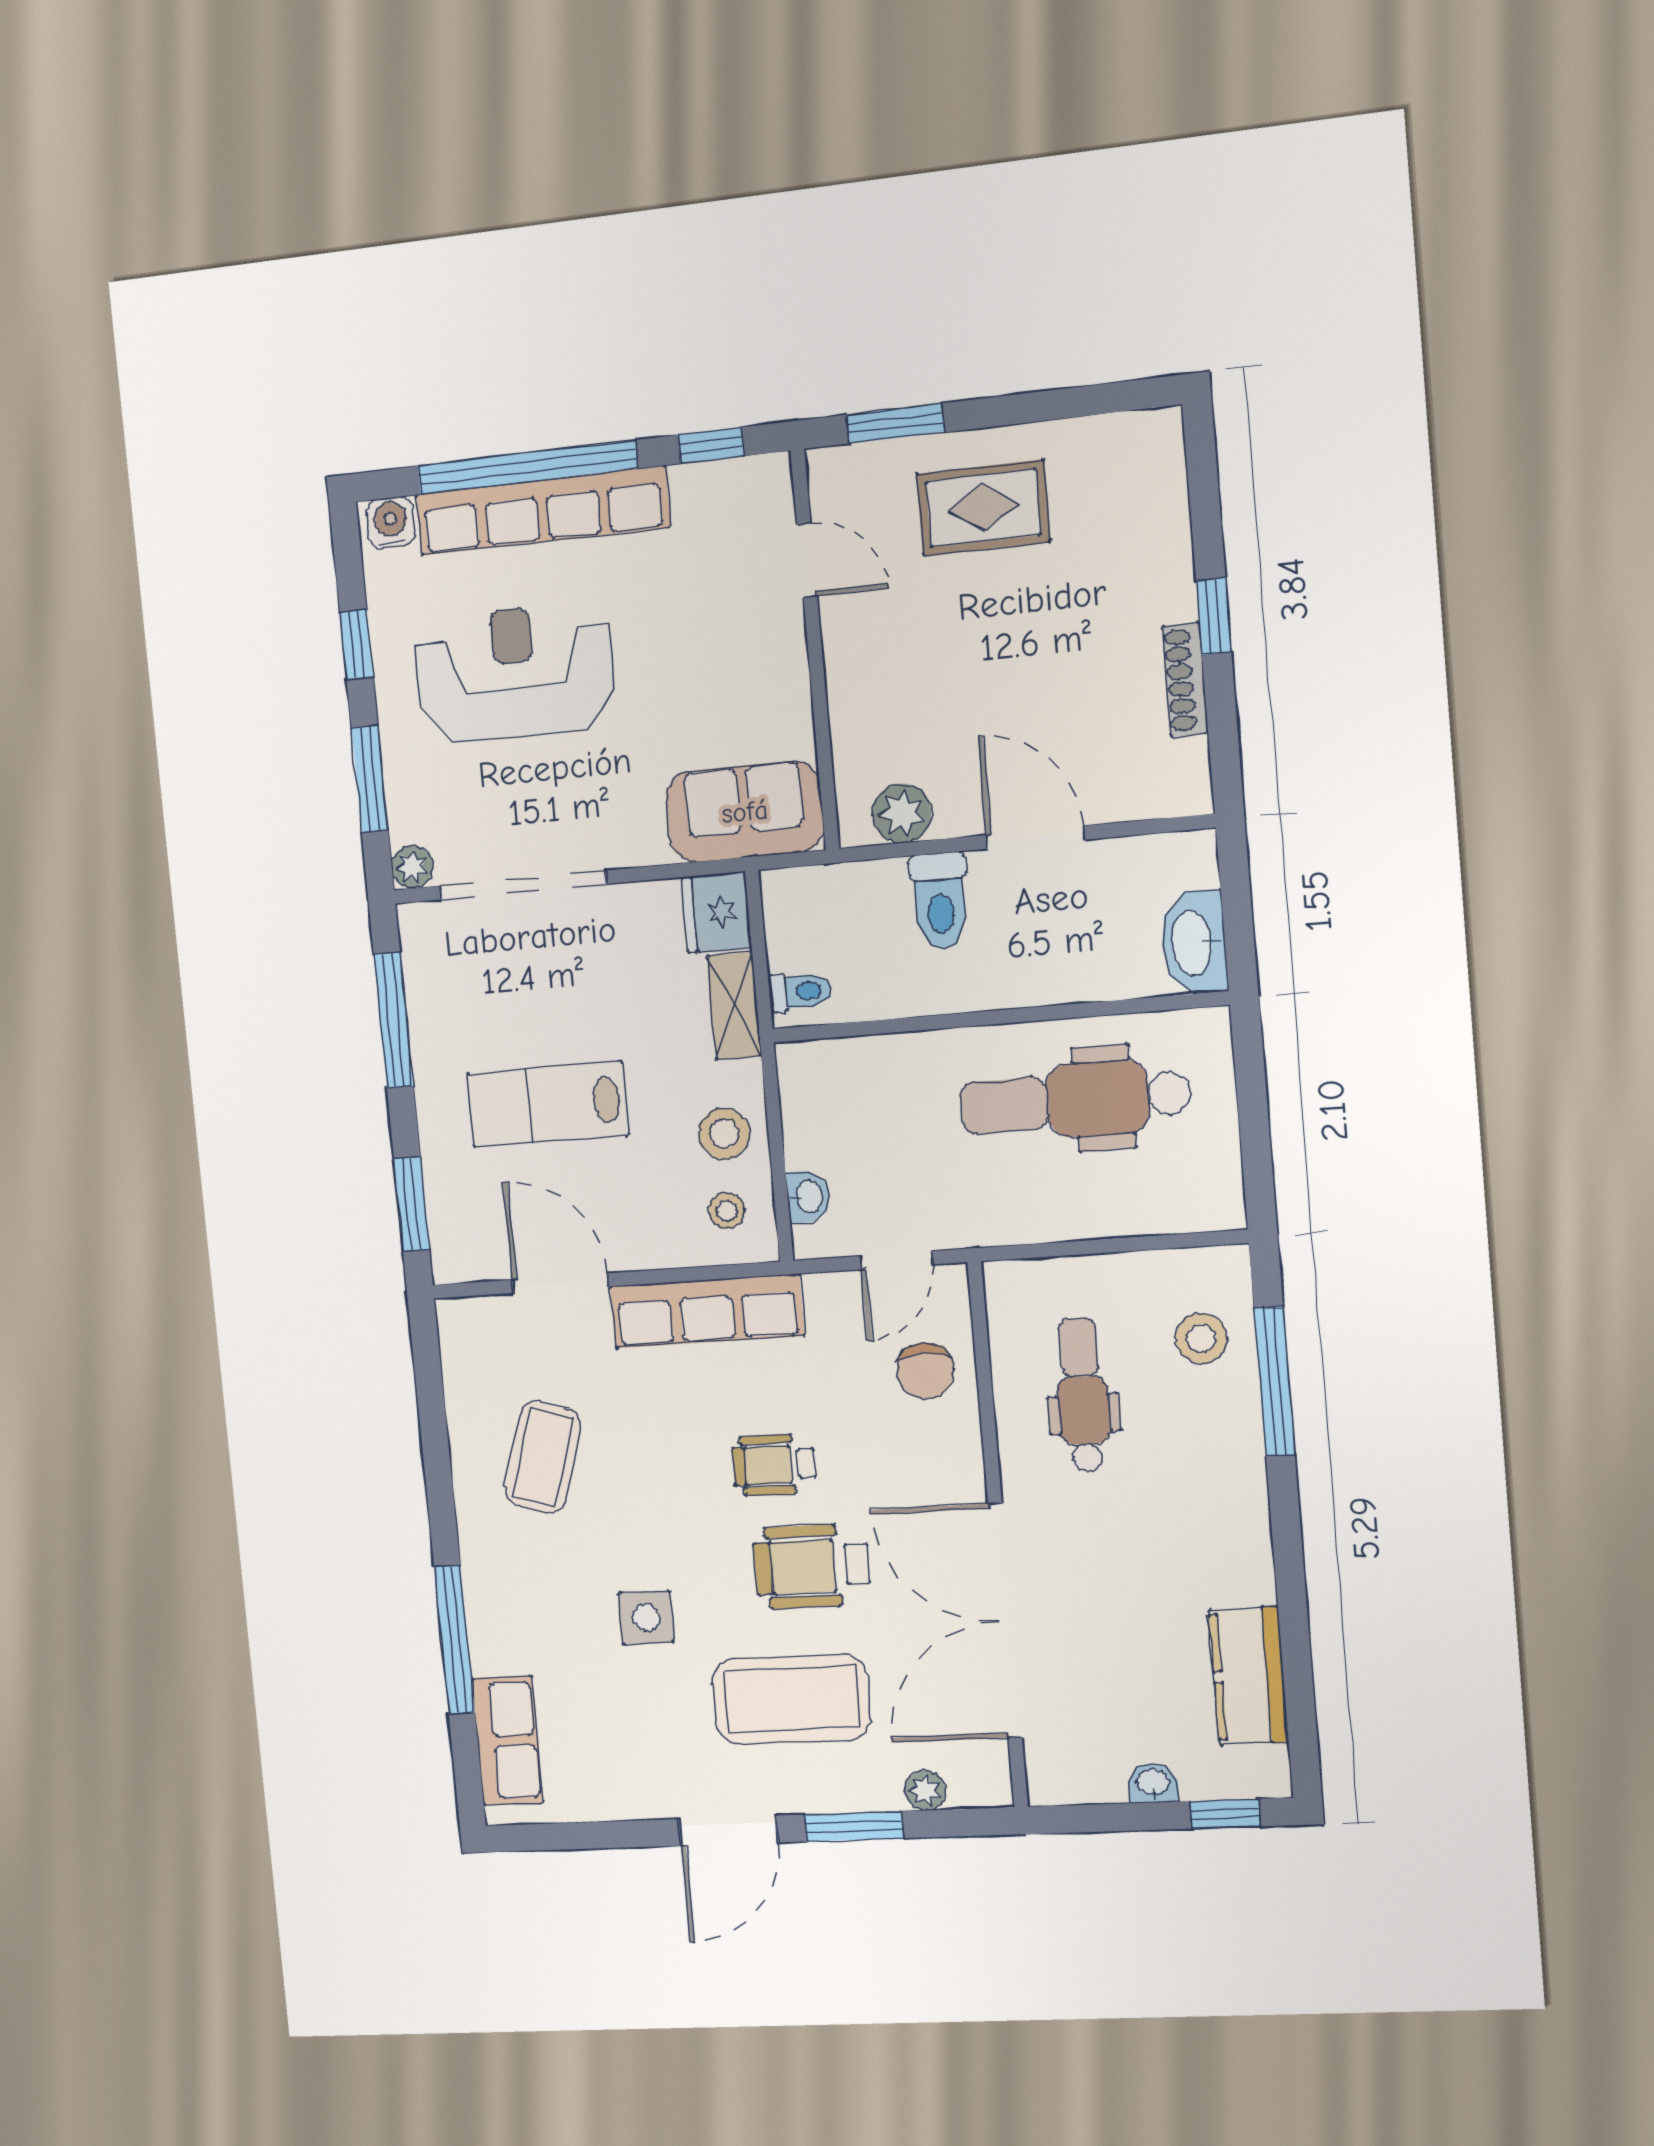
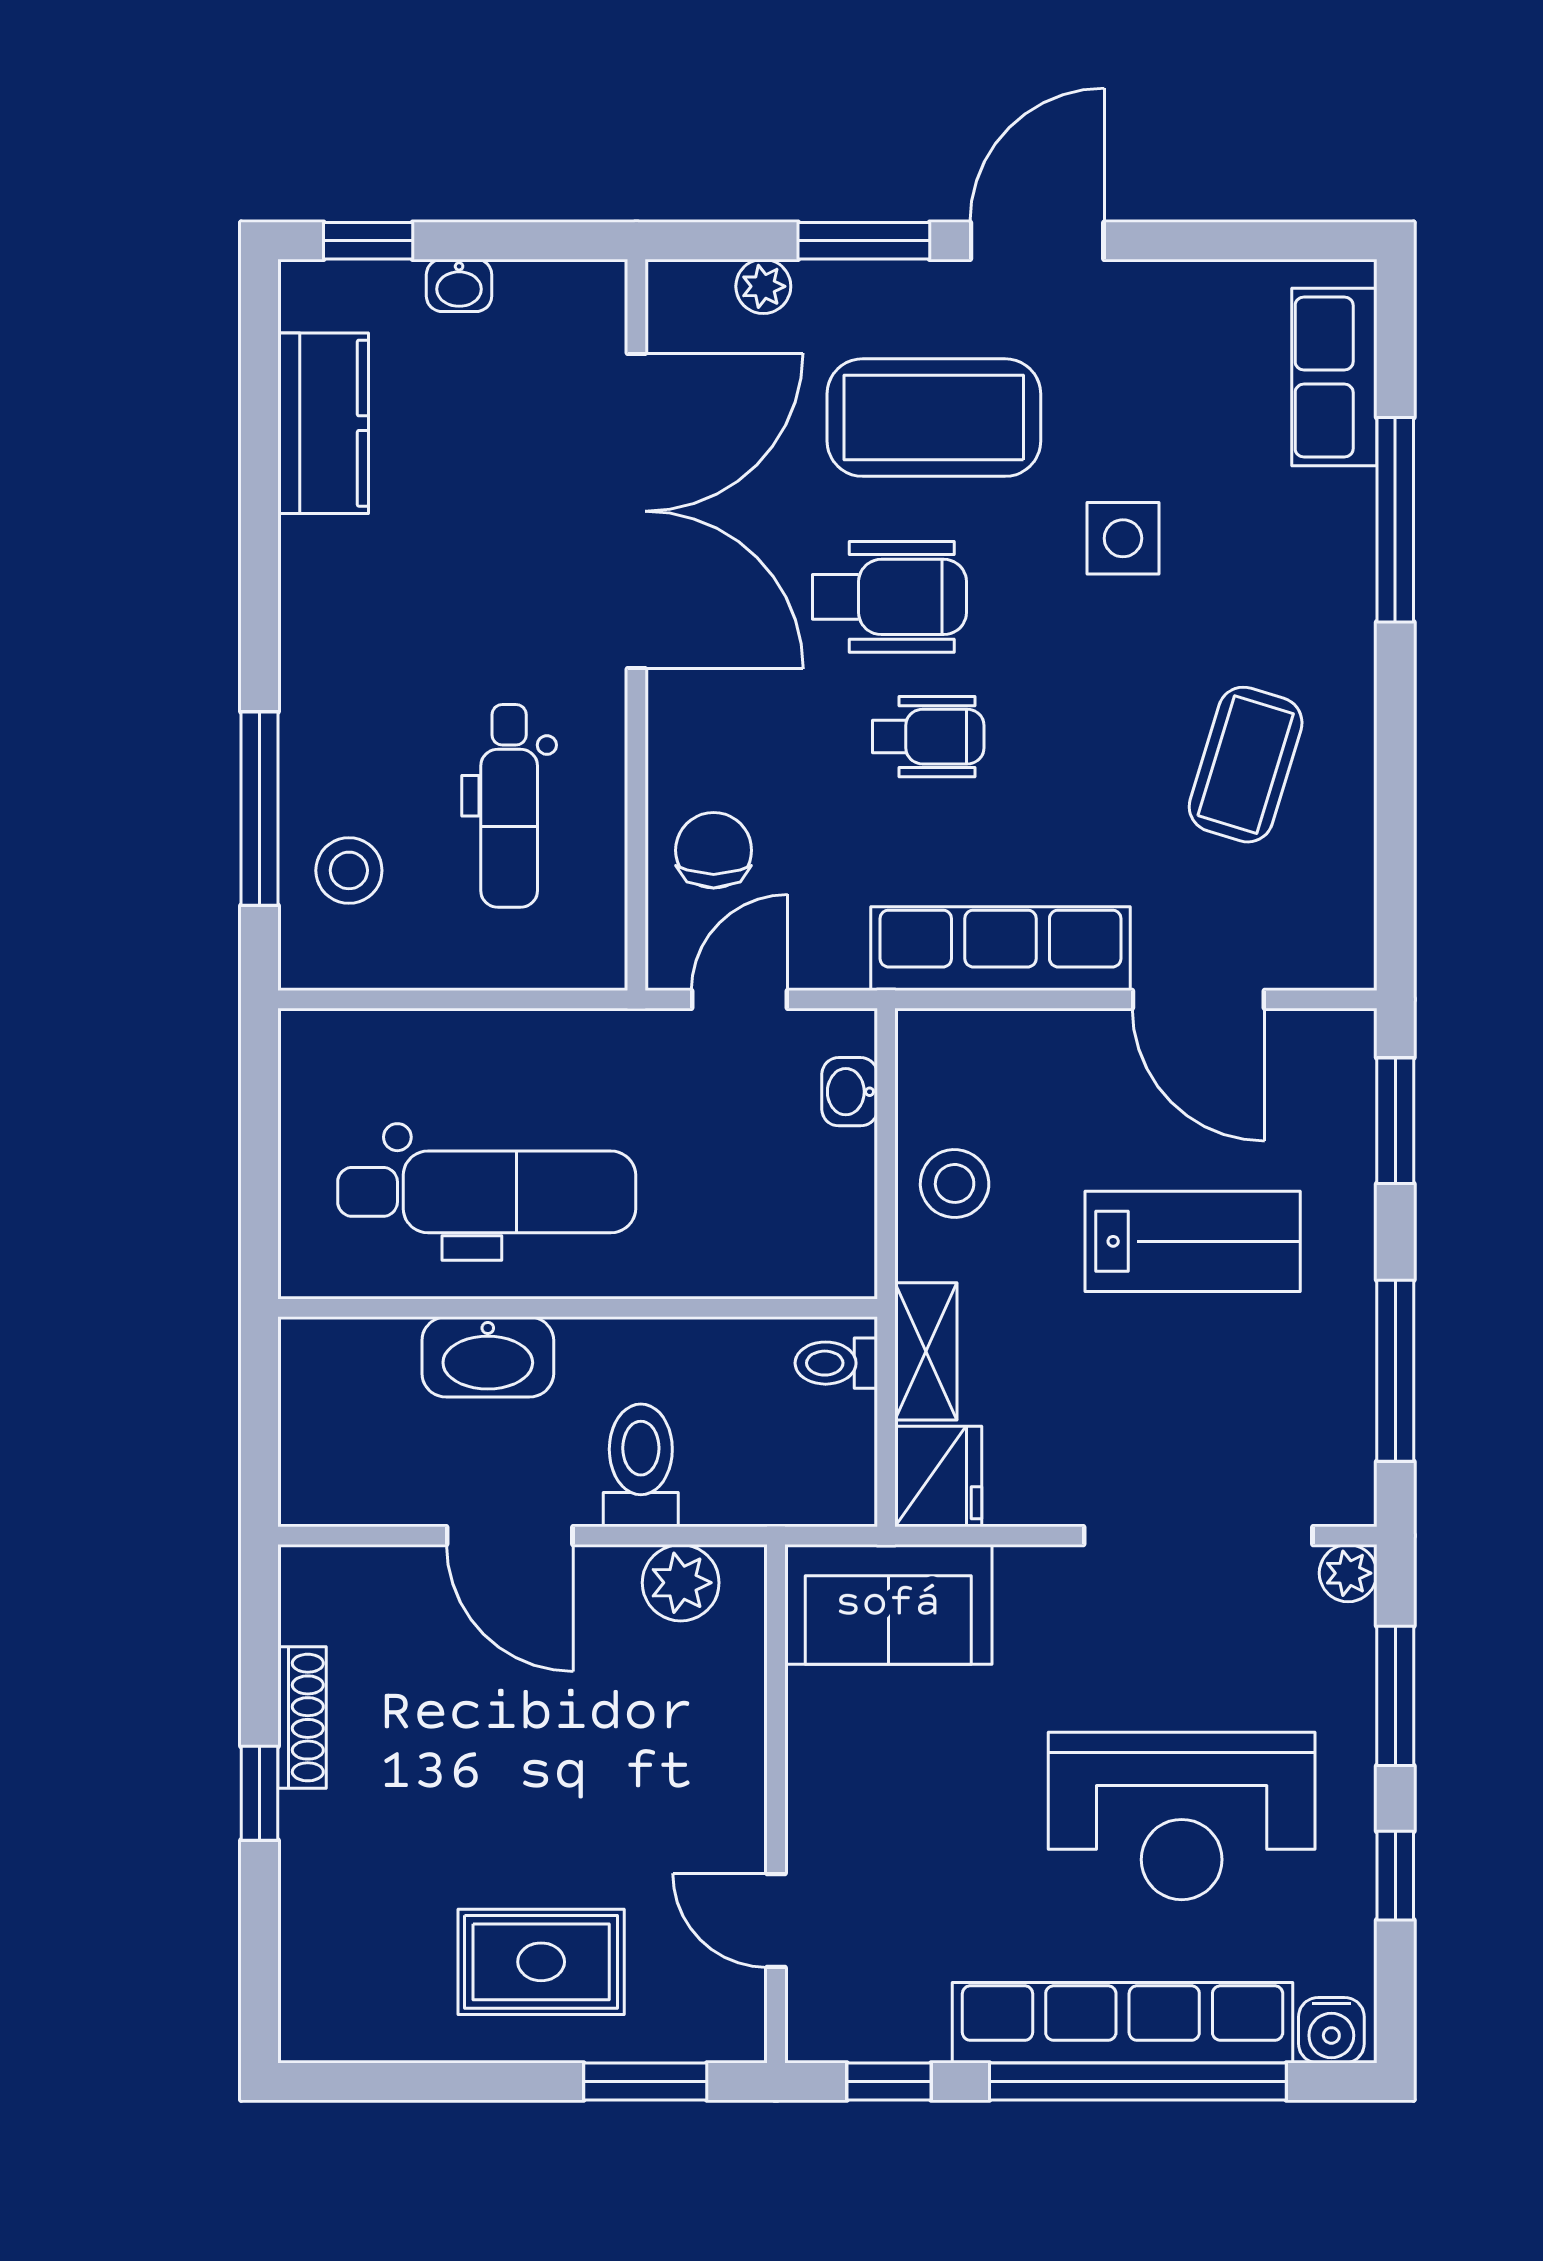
washbasin: (1194, 943) -> (488, 1357), moved, turned 90
stool: (727, 1211) -> (961, 1081), removed

